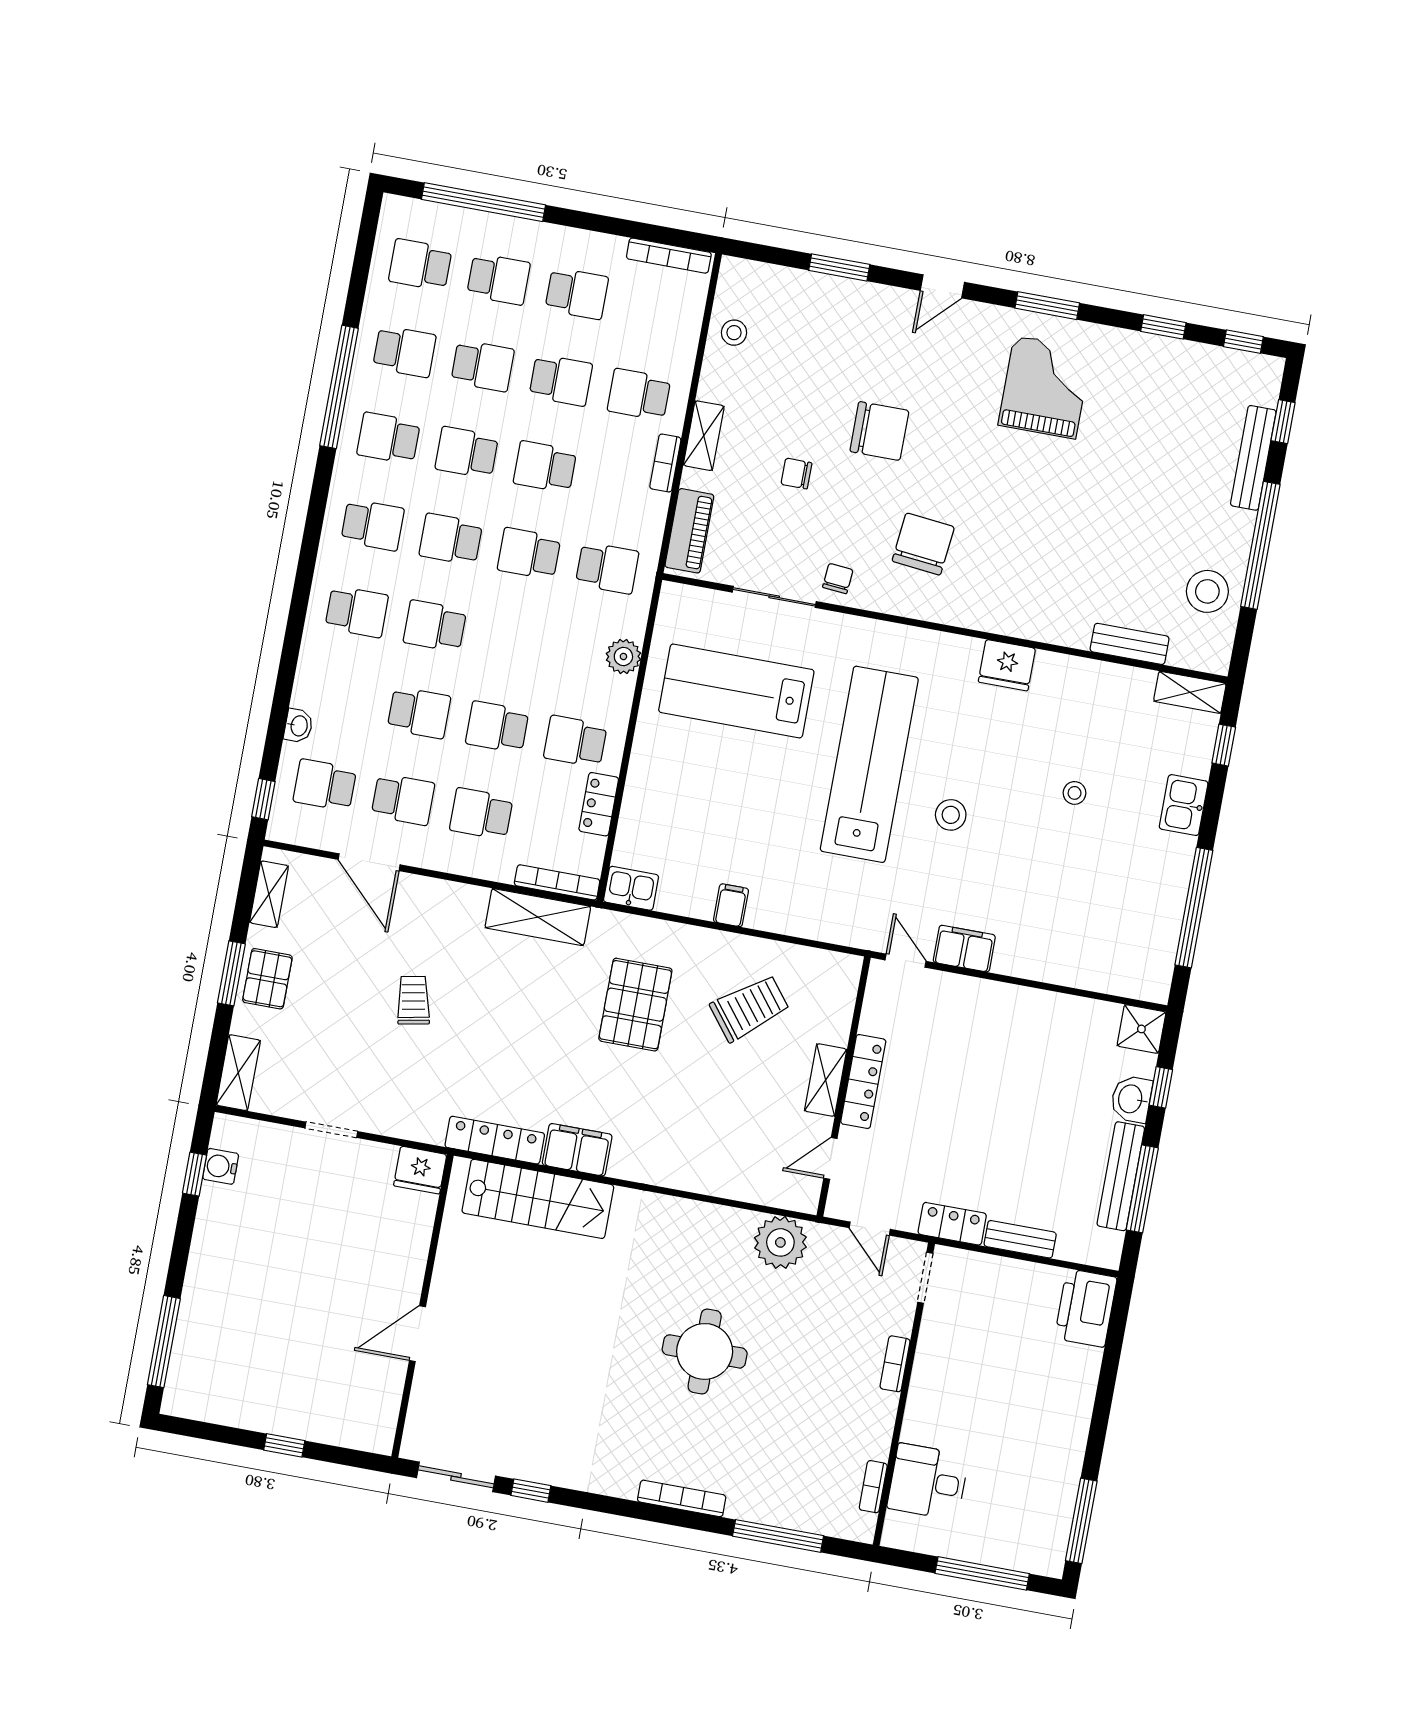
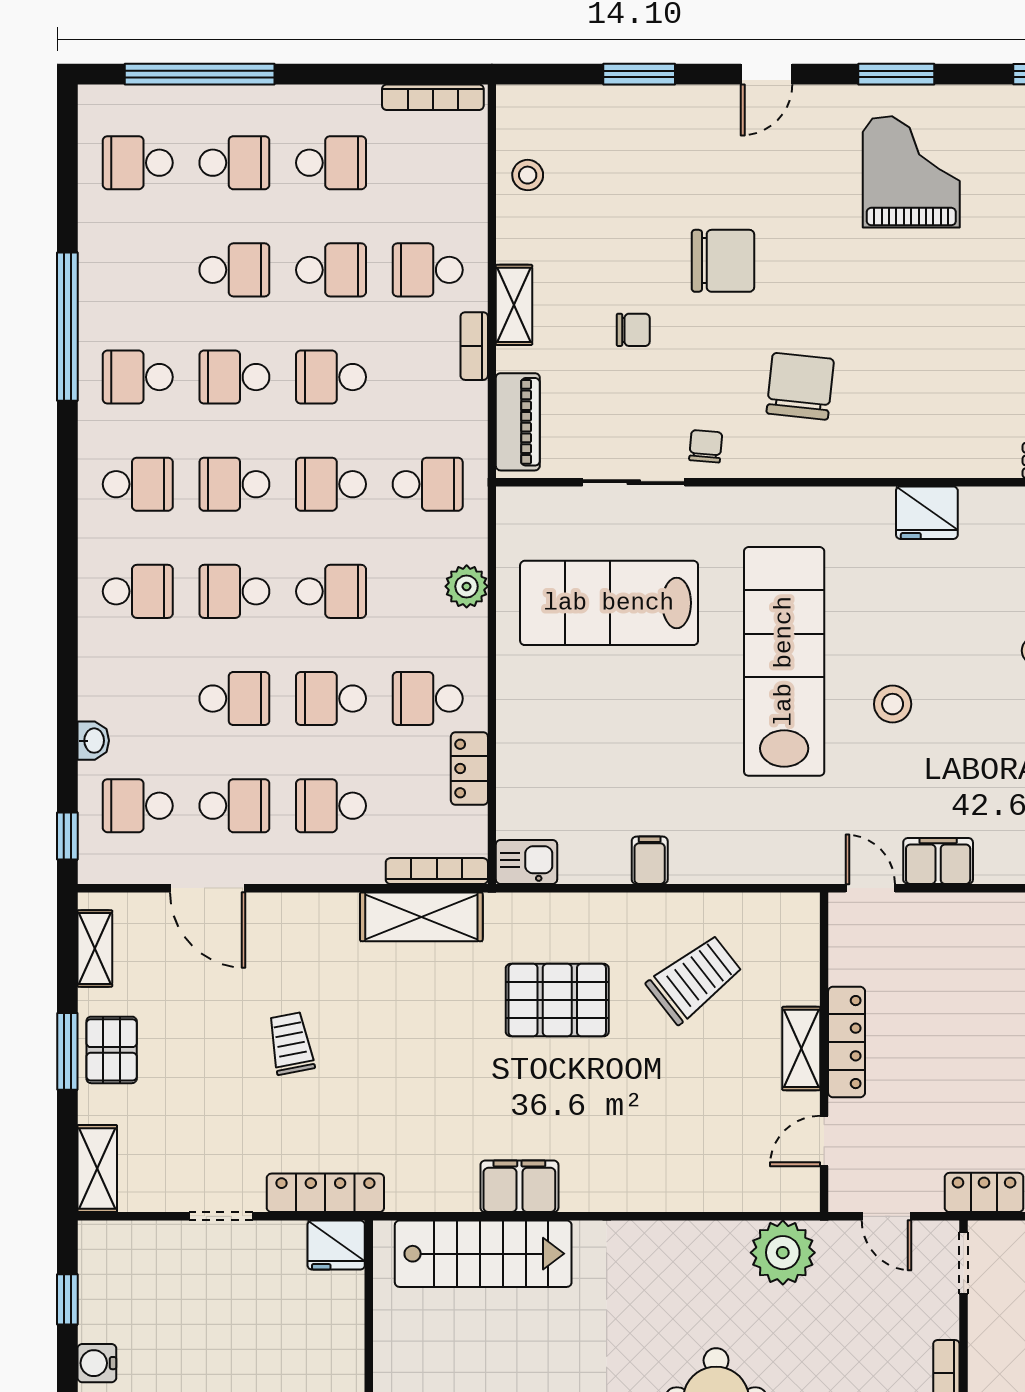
school desk: (404, 351) -> (331, 591), moved
chair: (796, 474) -> (633, 330), turned 180
pallet: (635, 1005) -> (557, 1000), turned 90
locker: (495, 1140) -> (325, 1193), moved
water cooler: (221, 1166) -> (97, 1363), moved

